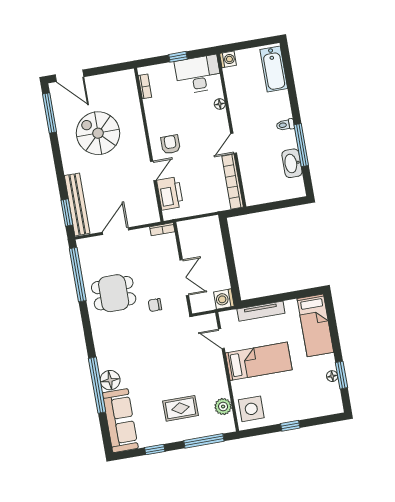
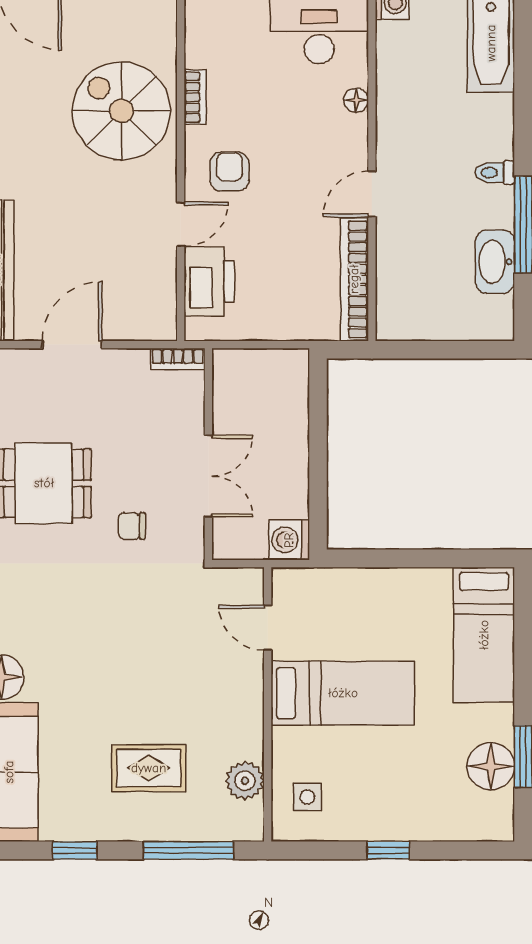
bookcase: (145, 86) -> (195, 97), moved
spiral stairs: (98, 133) -> (121, 111), moved
tv unit: (261, 311) -> (367, 581), removed
floor lamp: (332, 376) -> (491, 766), width x1.89, depth x1.89
side table: (251, 409) -> (307, 797), width x0.54, depth x0.54

